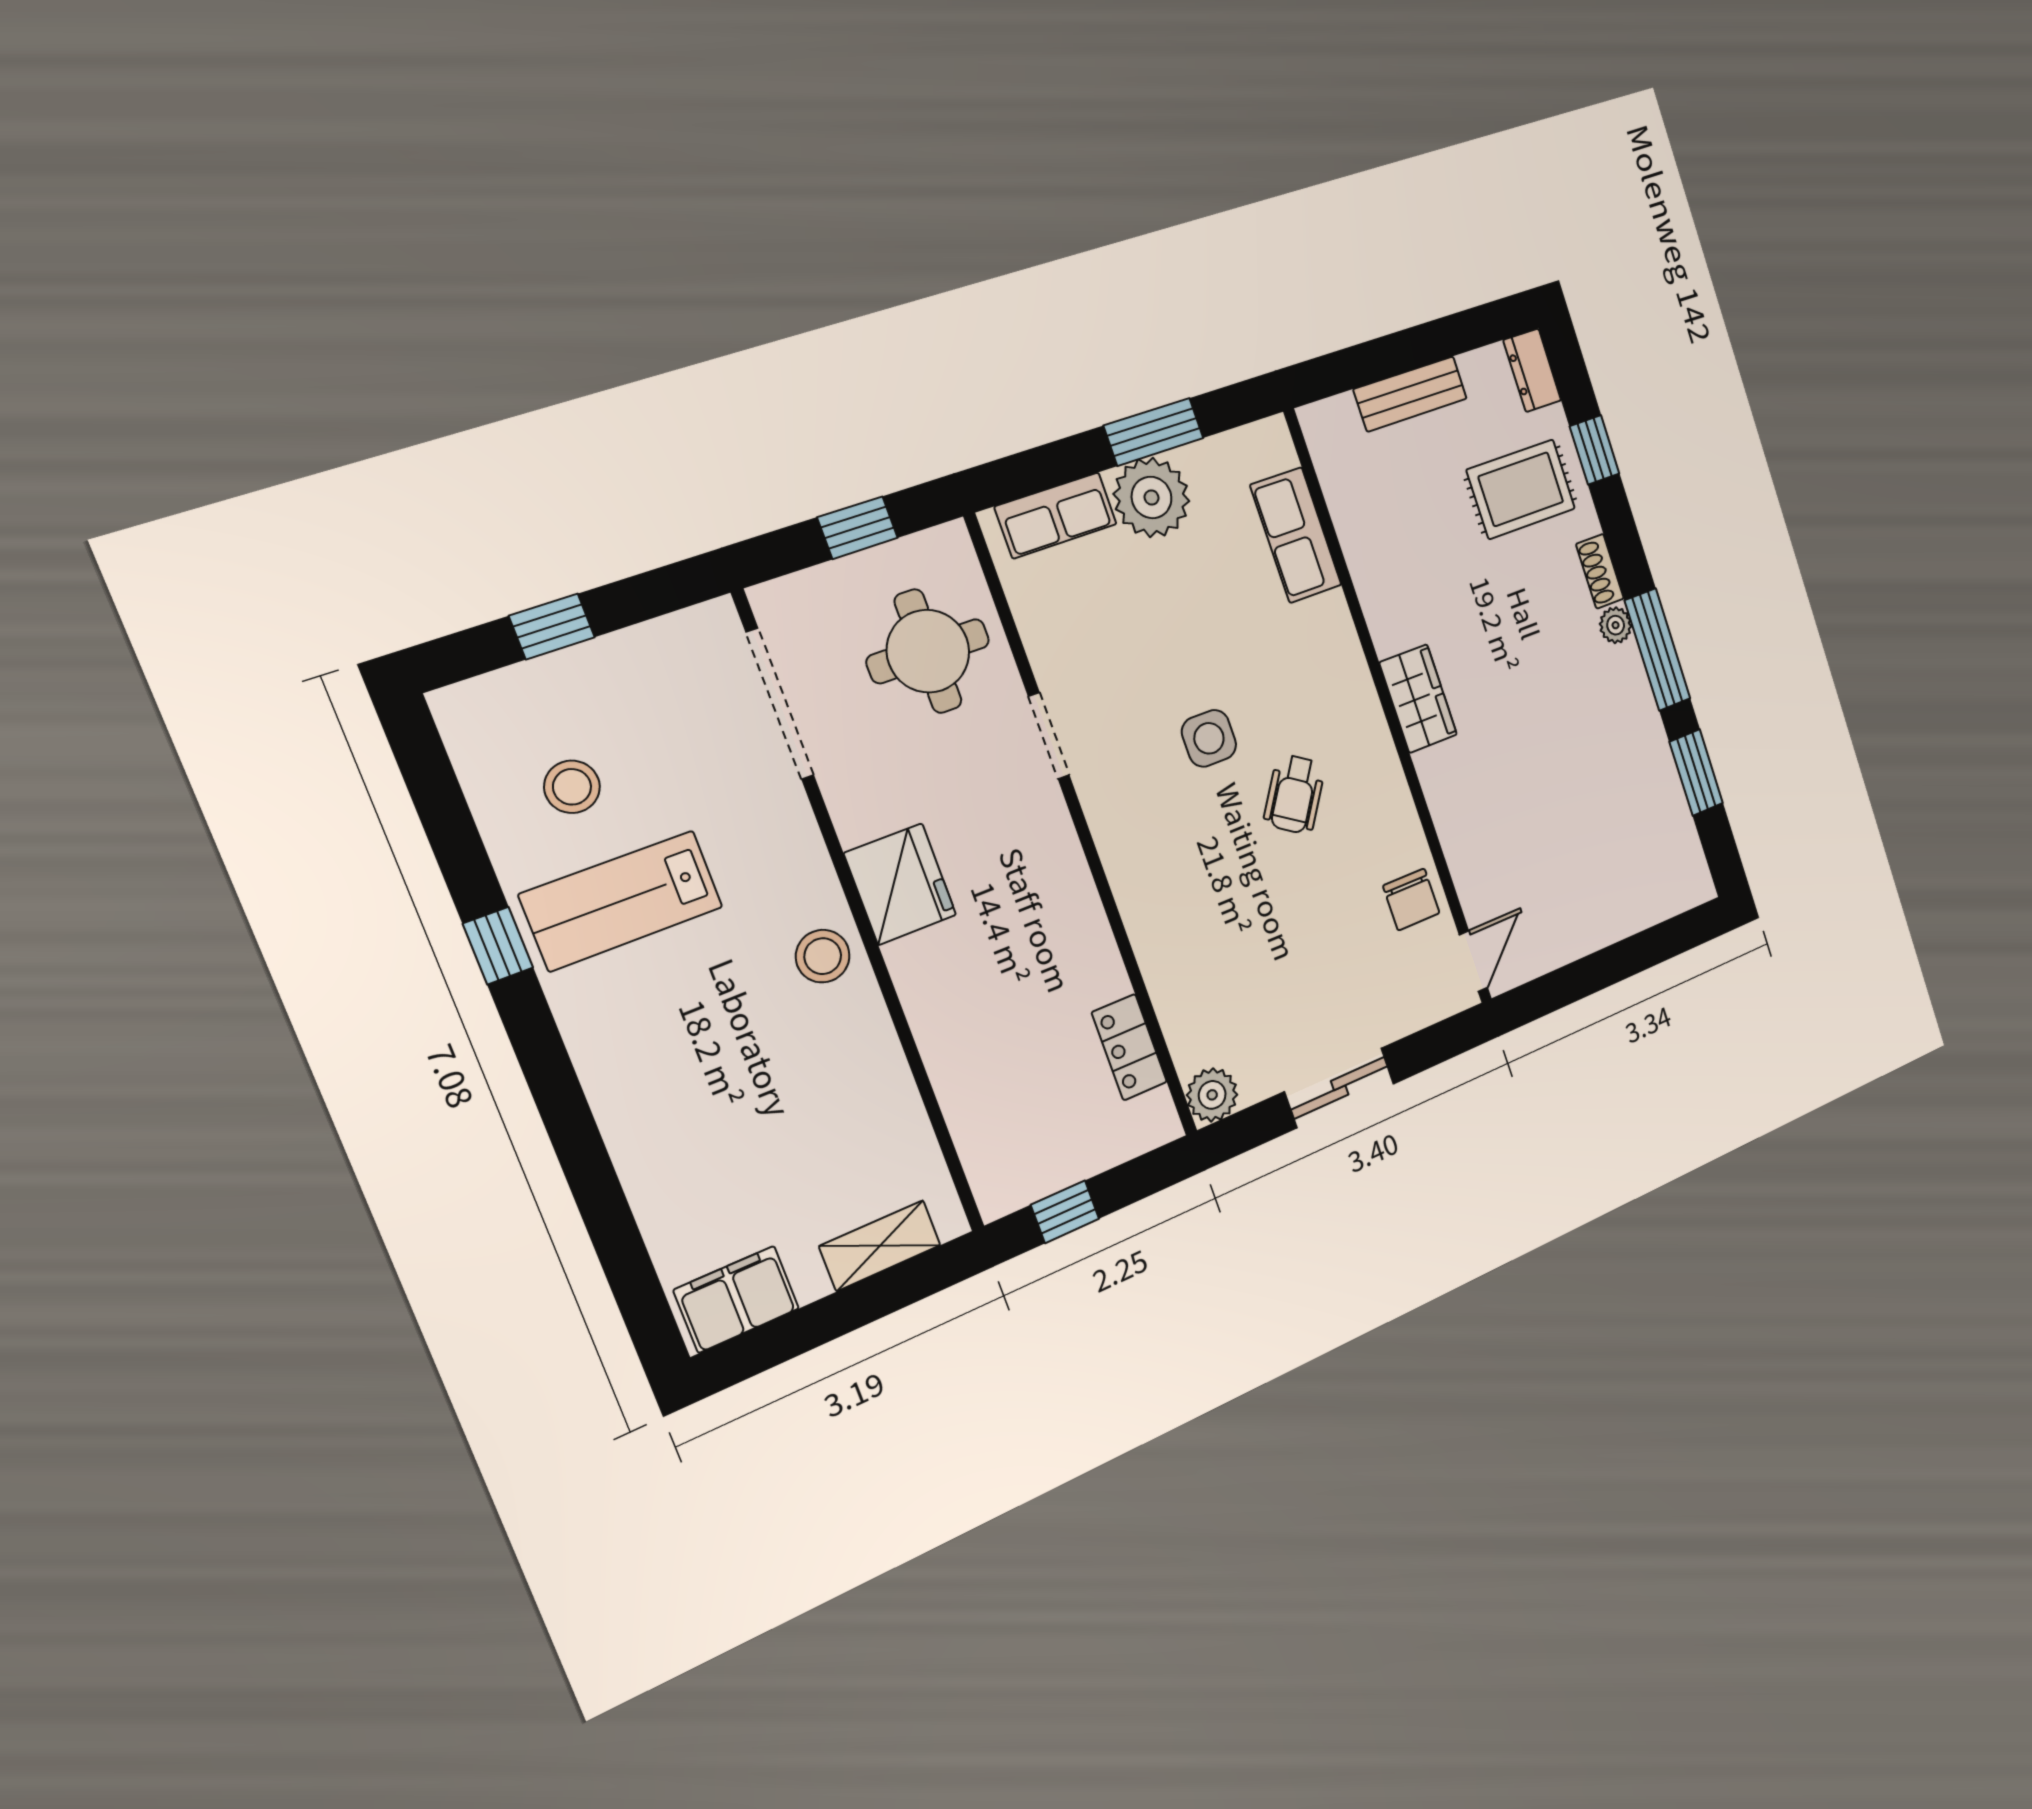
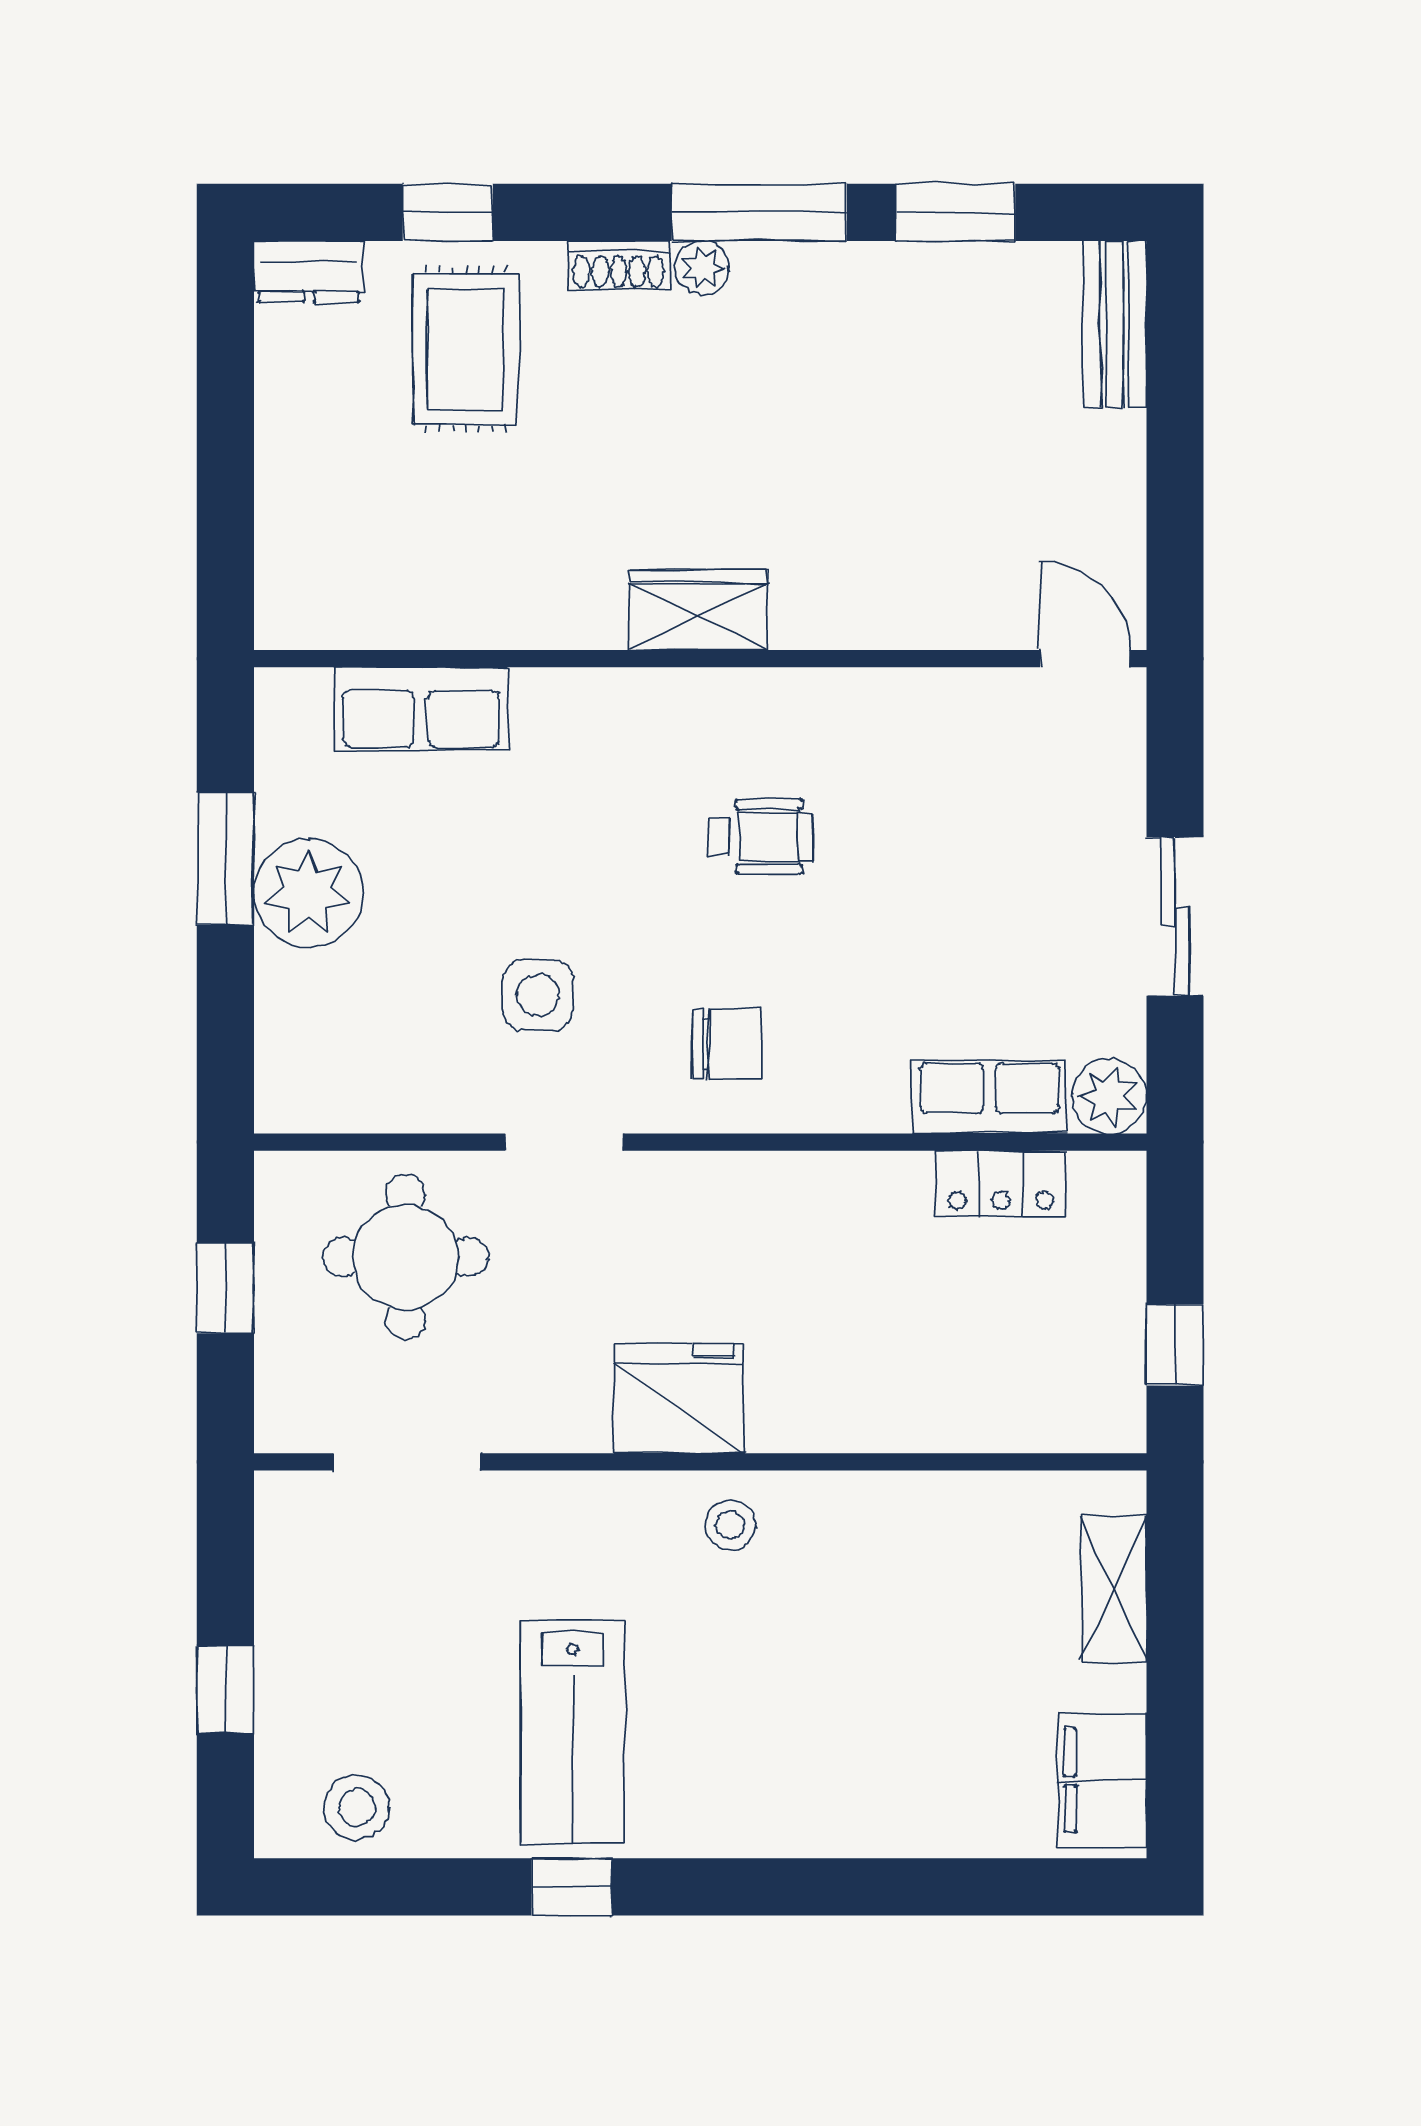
bench: (1410, 394) -> (1115, 324), moved
row of seats: (1056, 515) -> (989, 1097), moved, turned -90
doorway: (780, 704) -> (407, 1462), width x0.73
side table: (1209, 738) -> (538, 995), moved
stool: (572, 787) -> (357, 1807), moved
wheelchair: (1294, 794) -> (761, 837), turned -33
chair: (1411, 899) -> (727, 1044), moved
stool: (823, 956) -> (730, 1525), width x0.73, depth x0.73

